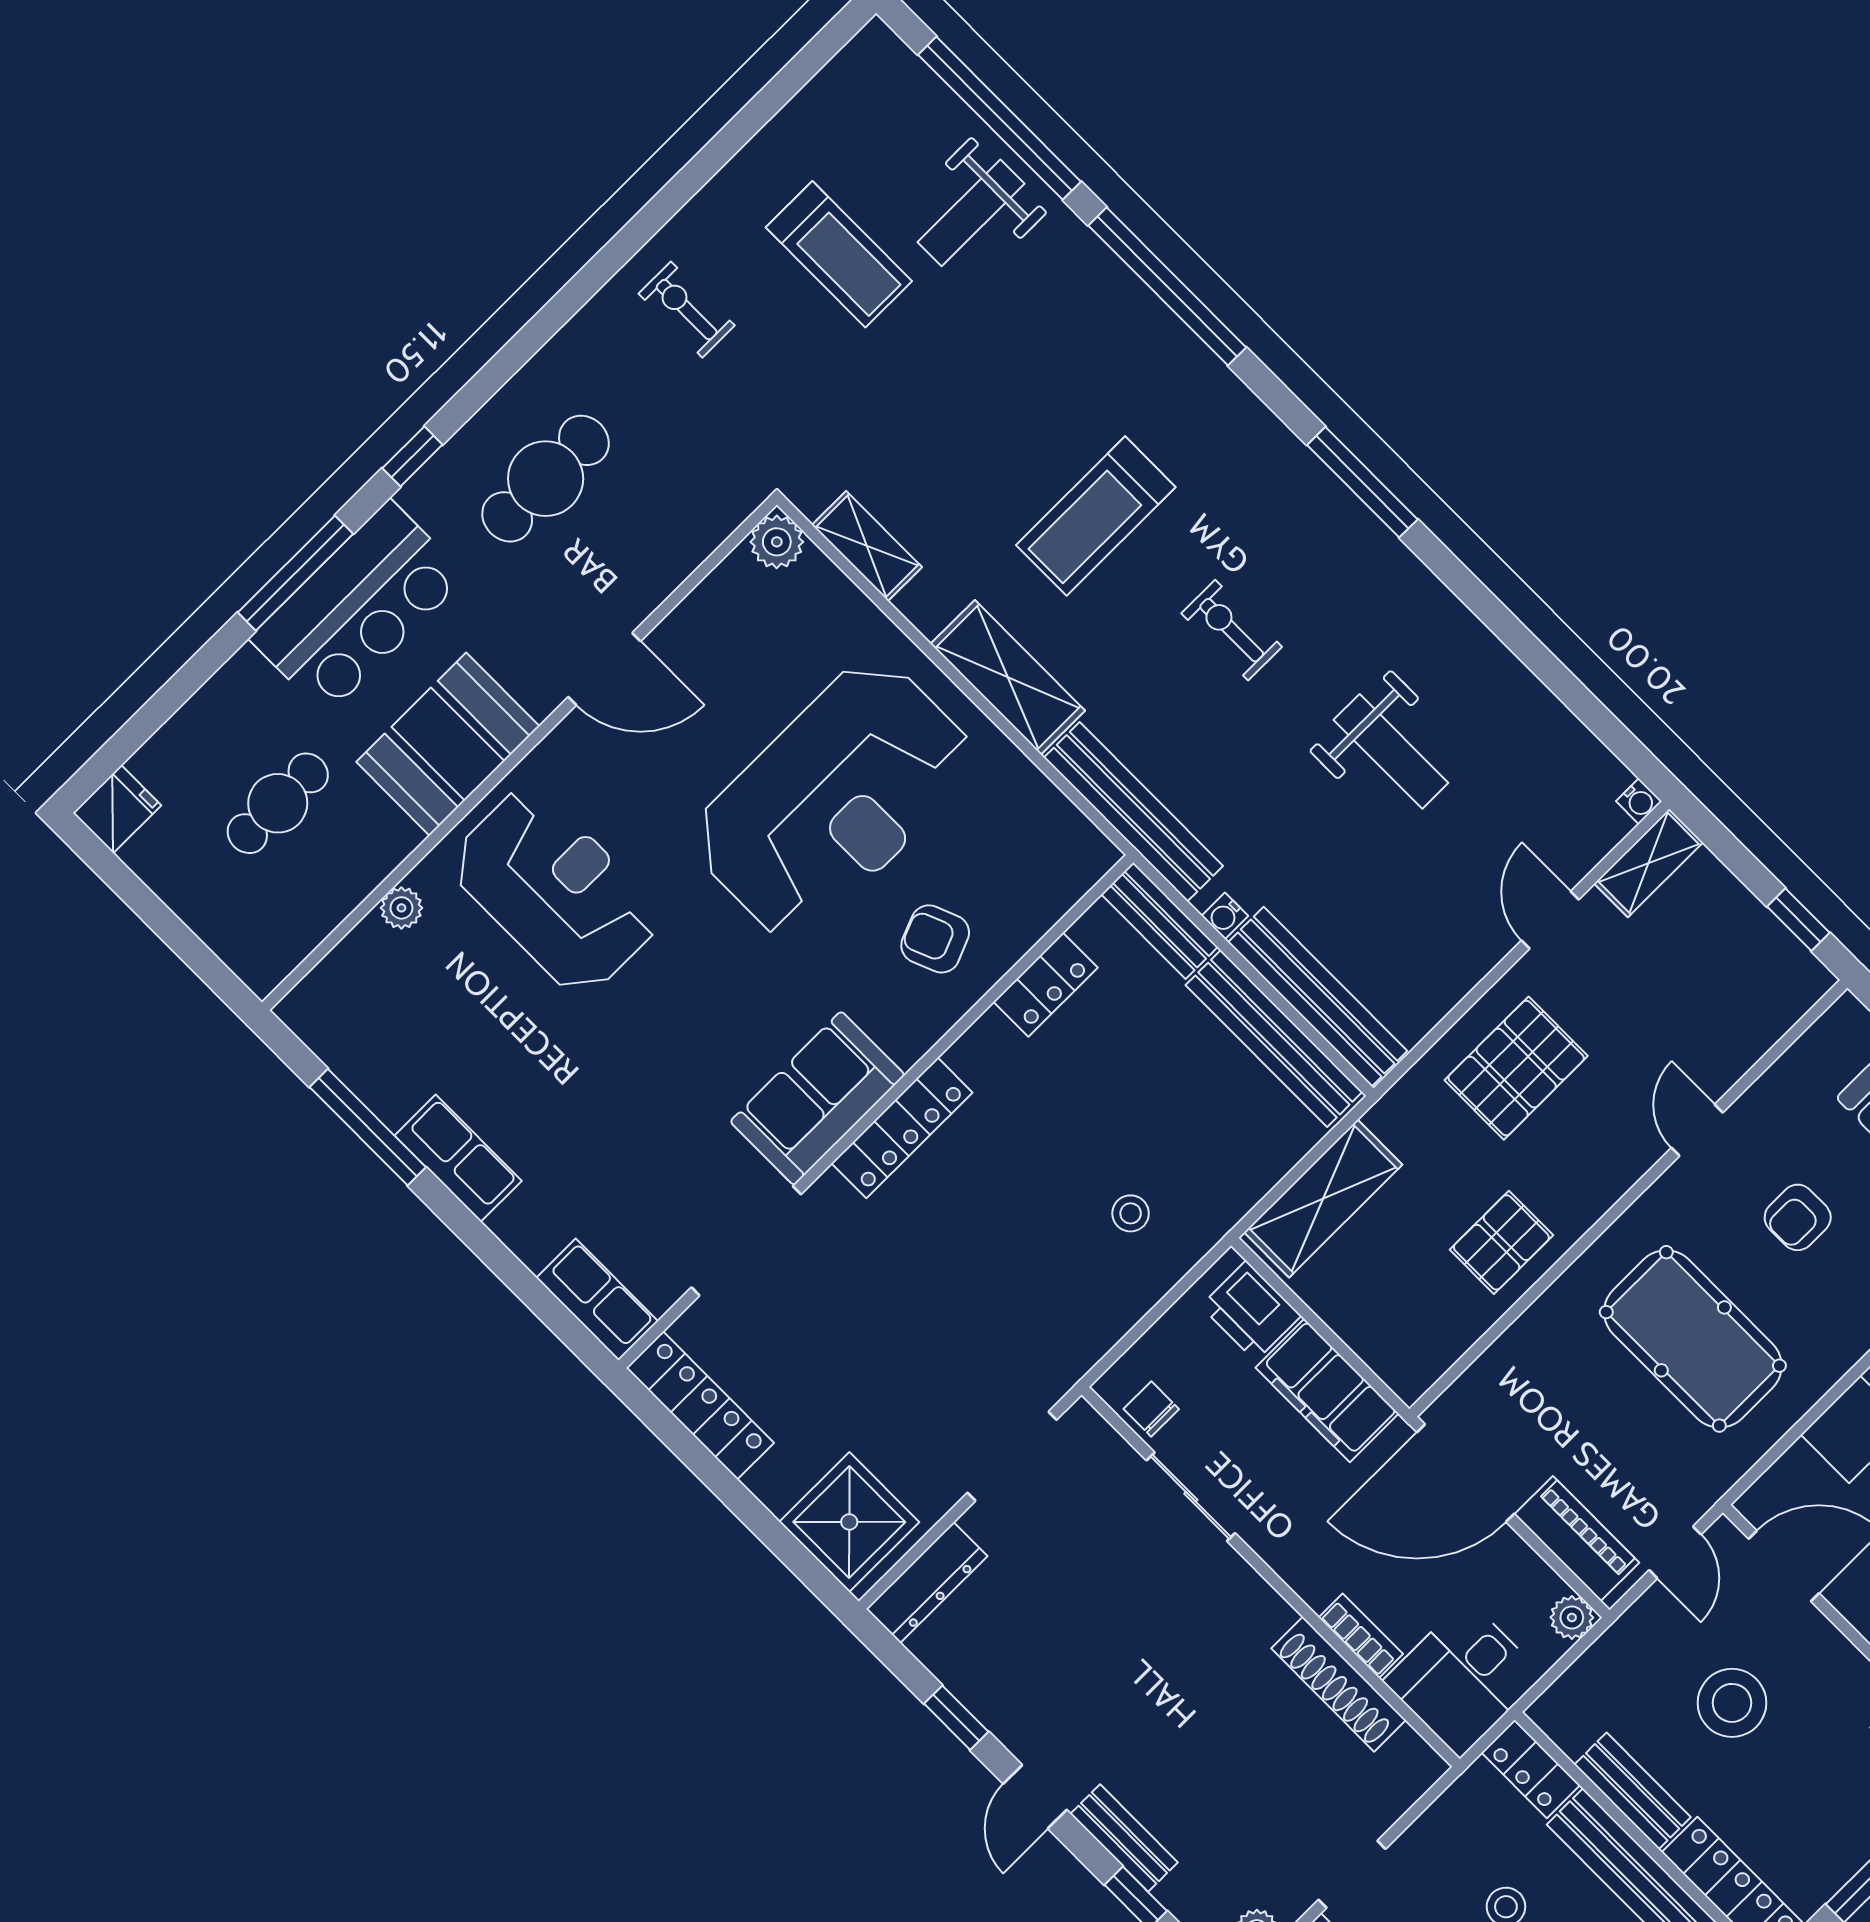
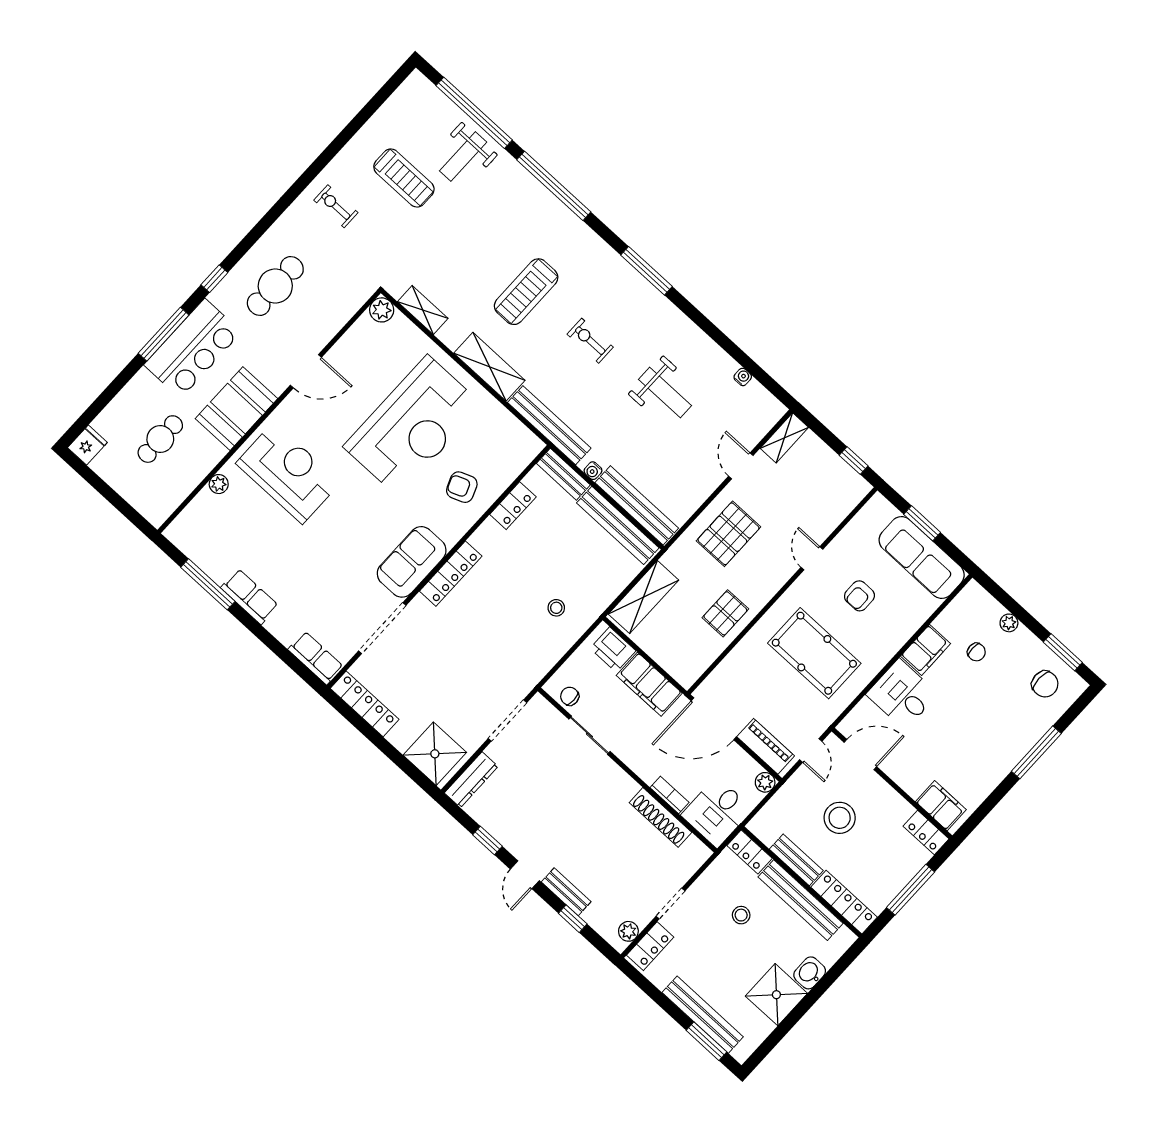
water cooler: (1639, 801) -> (743, 377), moved, turned -90

